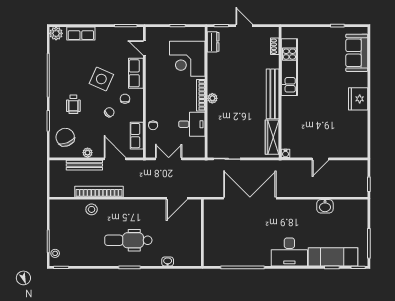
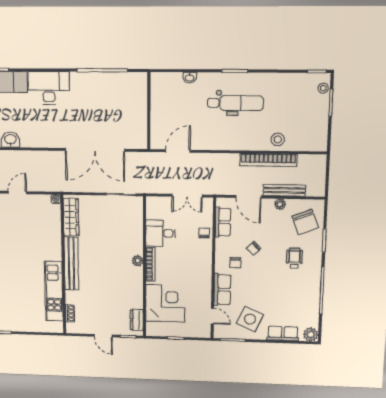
side table: (101, 79) -> (250, 319), moved

